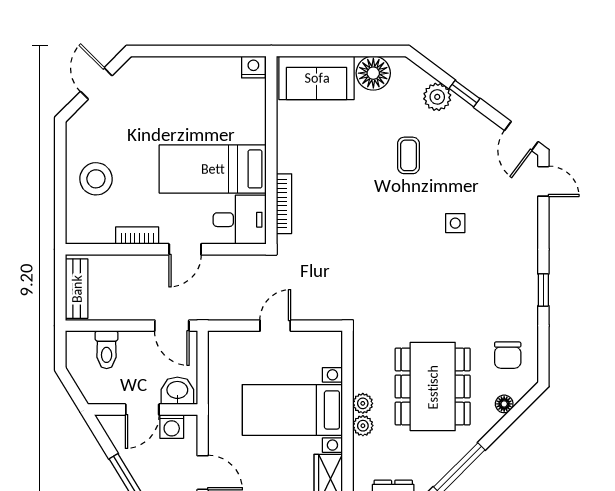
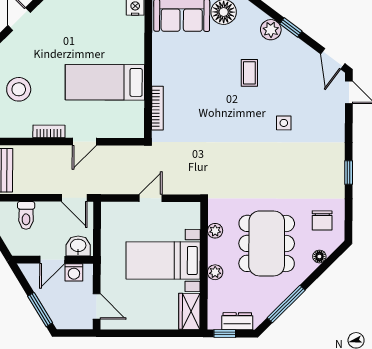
desk: (240, 220) -> (125, 120), removed
plant: (363, 403) -> (215, 231), moved

